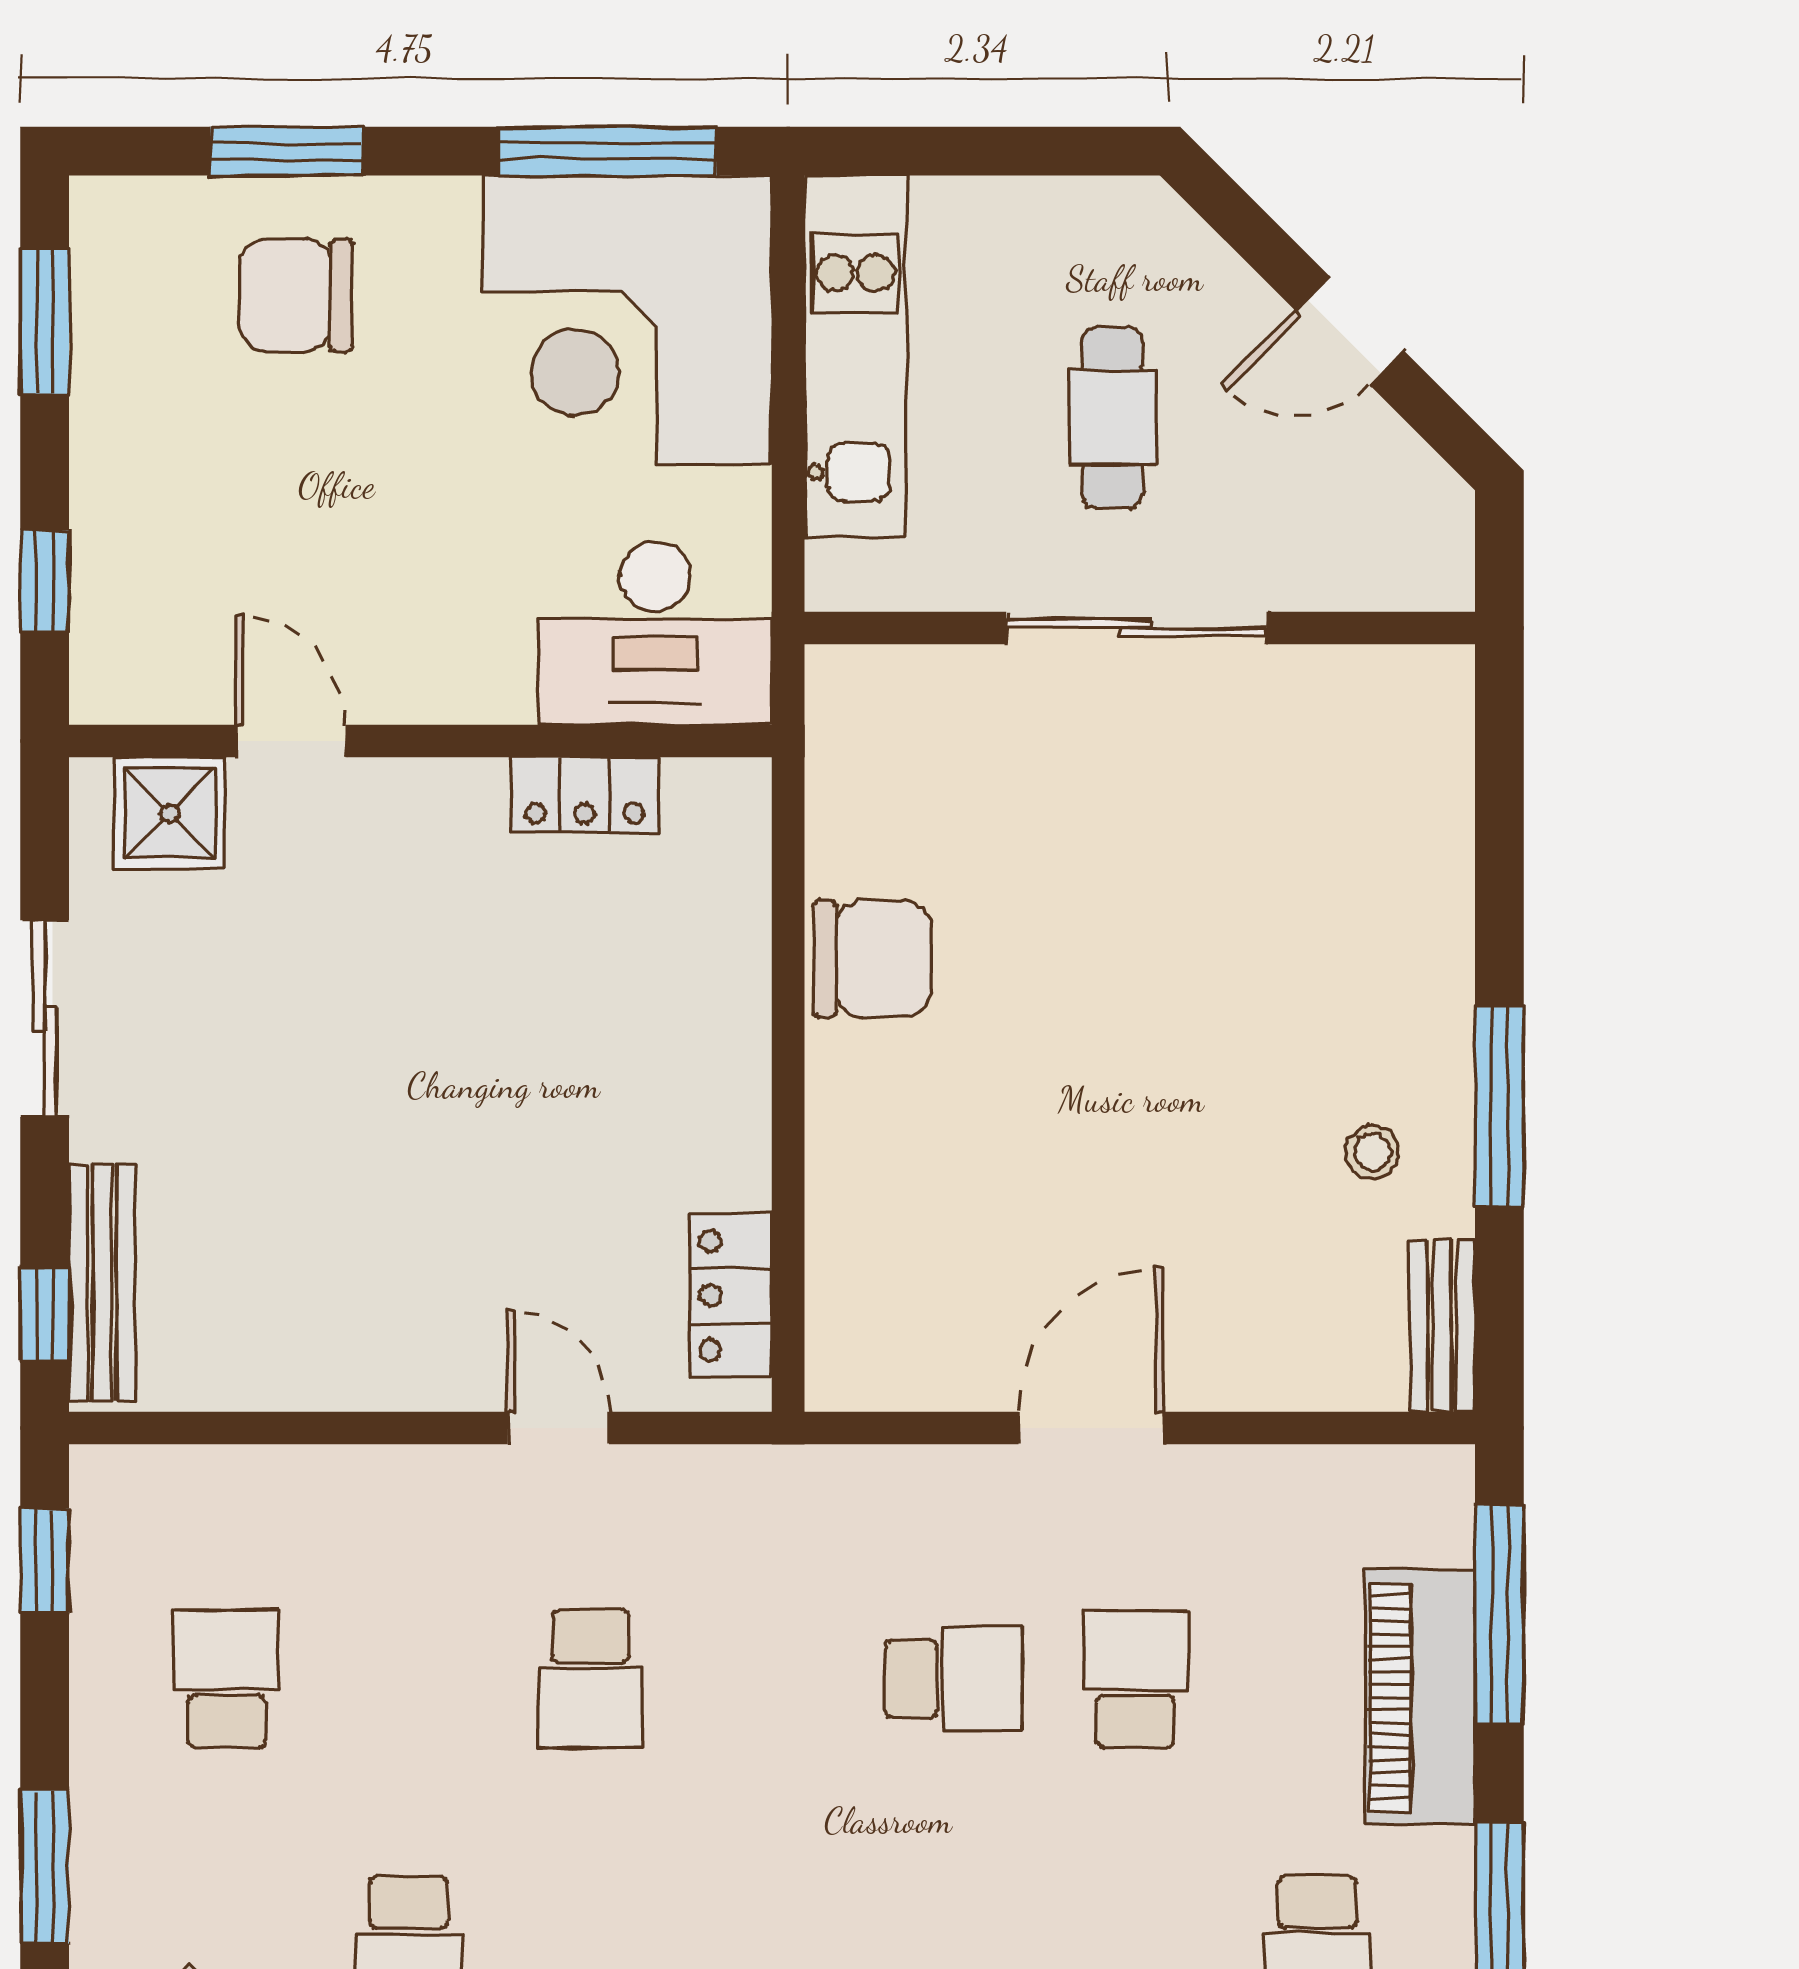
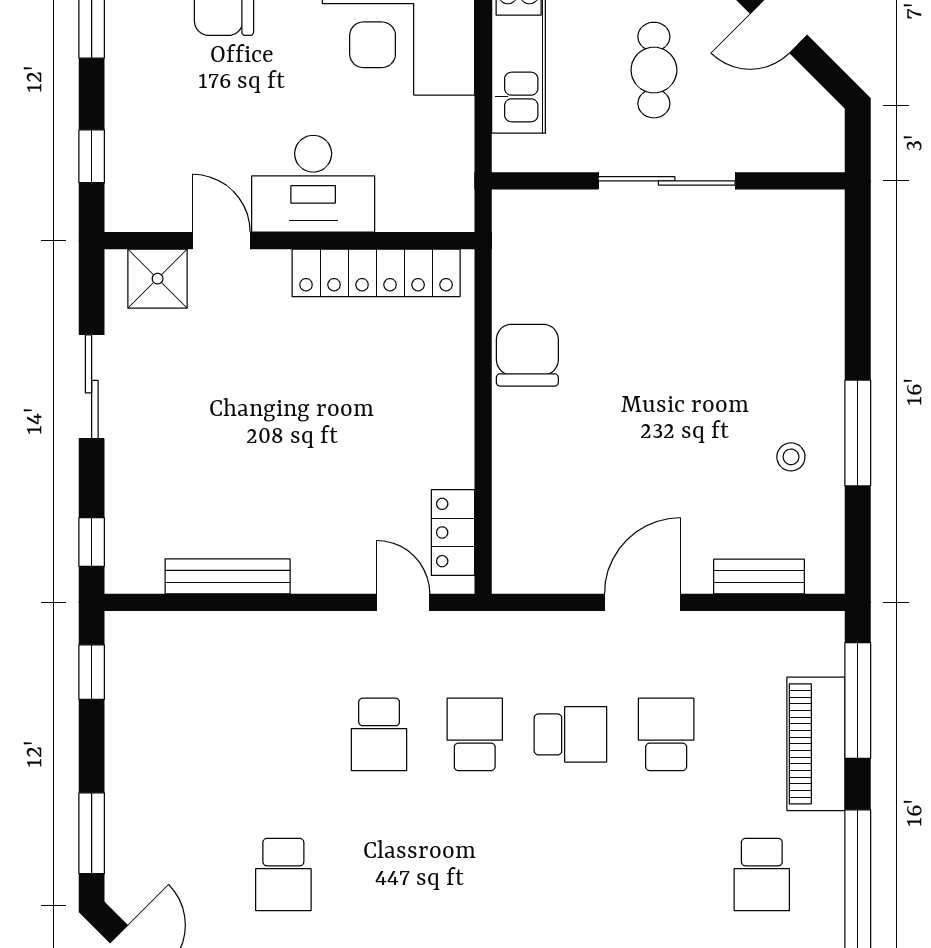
desk: (655, 633) -> (313, 184), moved
locker: (585, 795) -> (376, 273), width x2.16, depth x1.21
chair: (872, 959) -> (527, 355), turned -90
bench: (102, 1283) -> (228, 576), moved, turned 90
bench: (1442, 1326) -> (759, 576), moved, turned 90
door: (558, 1428) -> (403, 602), moved
school desk: (227, 1679) -> (475, 734), moved

